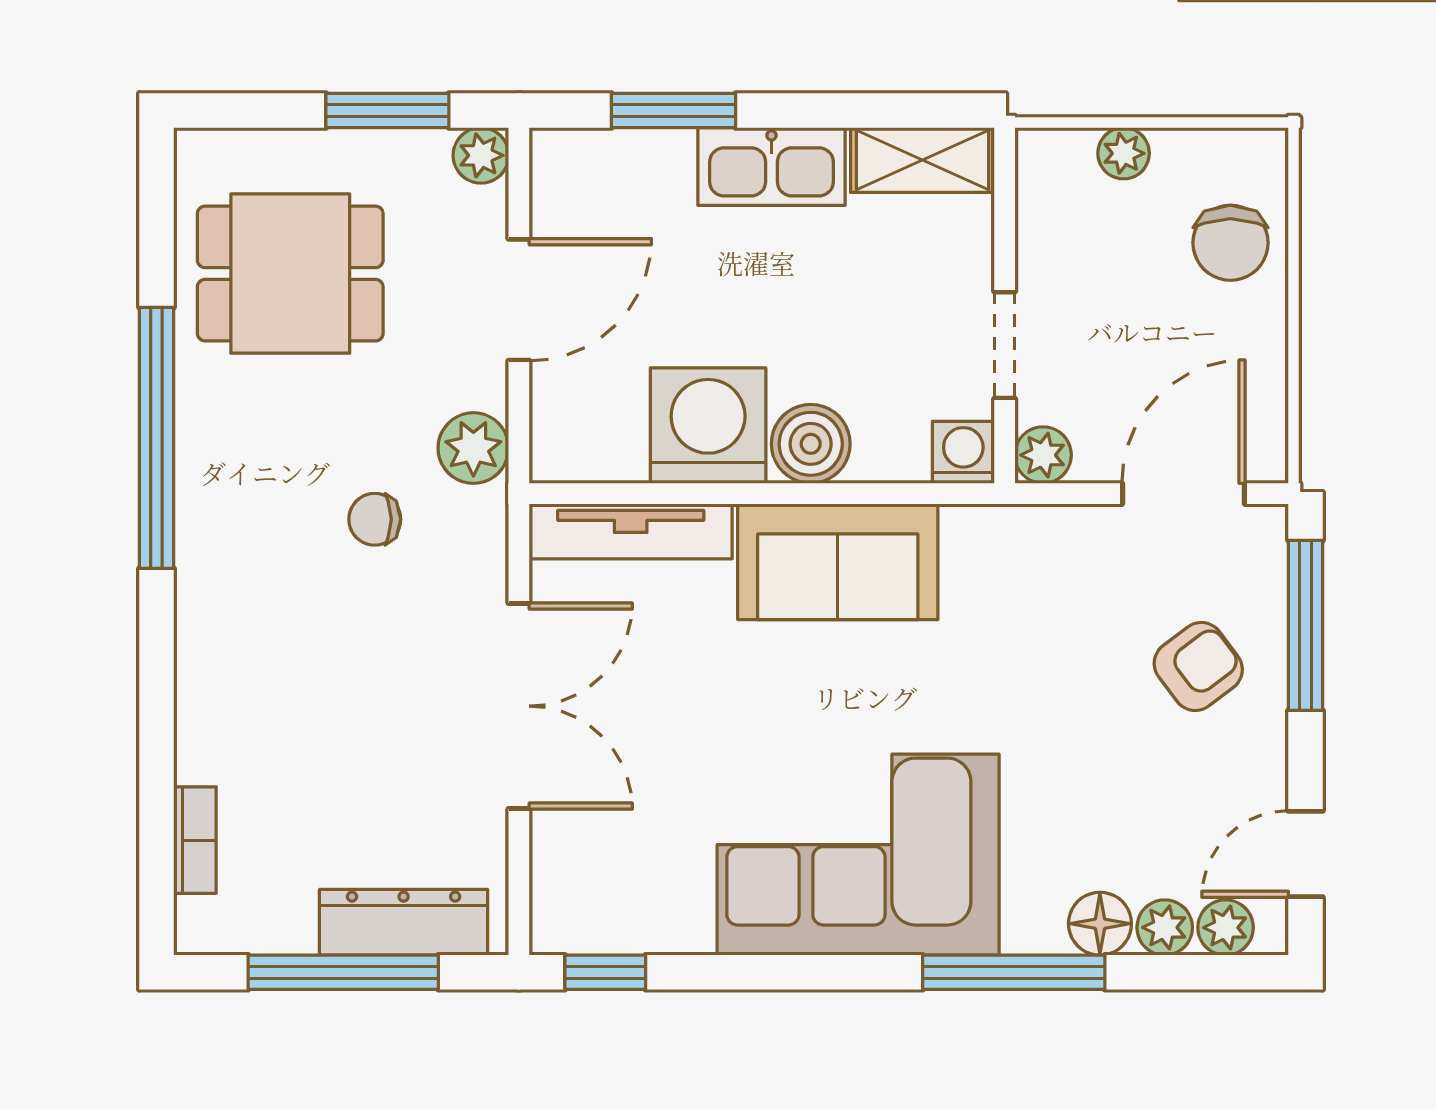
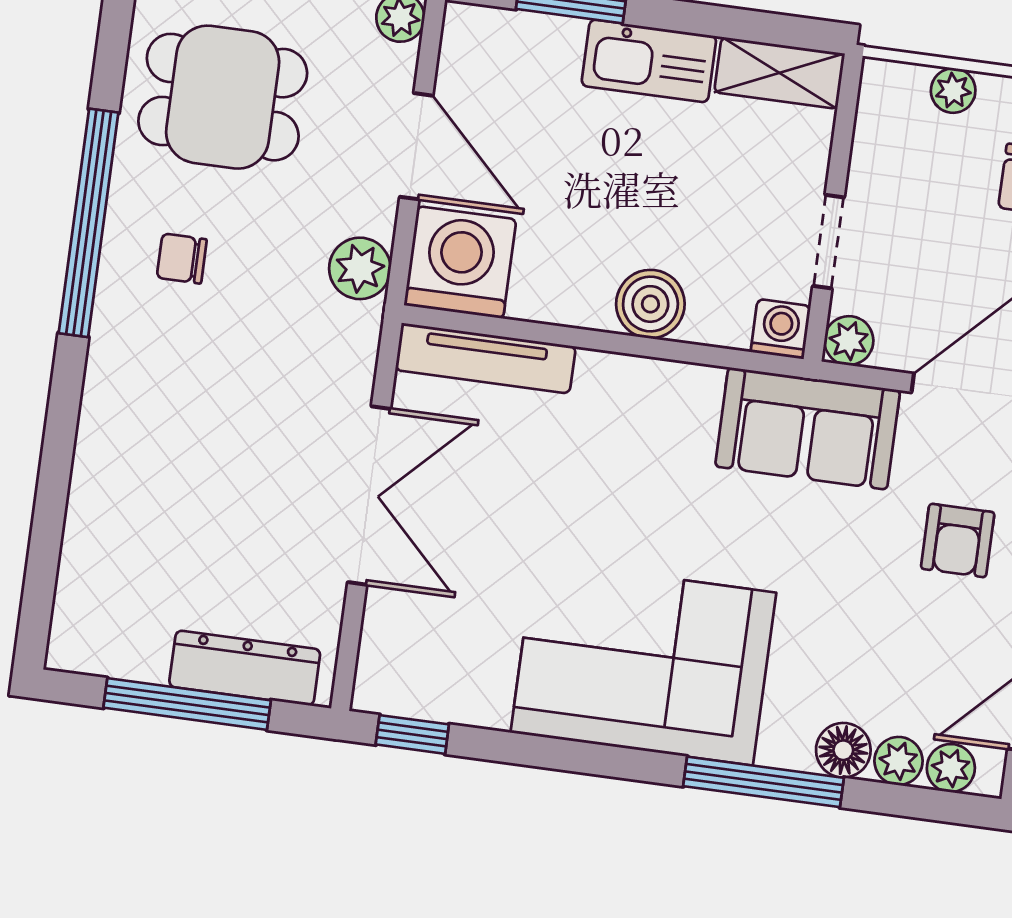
door: (519, 300) -> (416, 146), hinge flipped
washing machine: (708, 426) -> (460, 262), moved
chair: (375, 519) -> (182, 259), moved
sofa: (838, 562) -> (808, 428), moved
armchair: (1198, 667) -> (958, 540), turned 127
bookcase: (195, 840) -> (75, 573), removed

